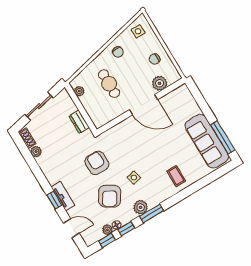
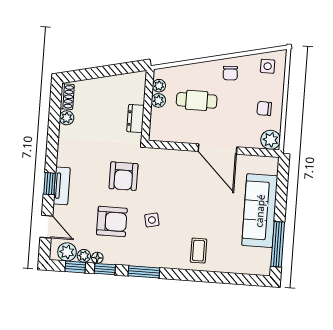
plant: (160, 83) -> (271, 140), moved
cafe table: (109, 84) -> (197, 100), turned 90
plant: (85, 101) -> (158, 100), added
sliding door: (39, 106) -> (105, 71), removed
sofa: (207, 141) -> (260, 211), moved
armchair: (97, 163) -> (123, 176), turned 180
armchair: (110, 196) -> (112, 221), turned -121
plant: (141, 207) -> (67, 252), moved

